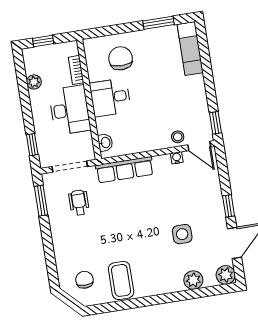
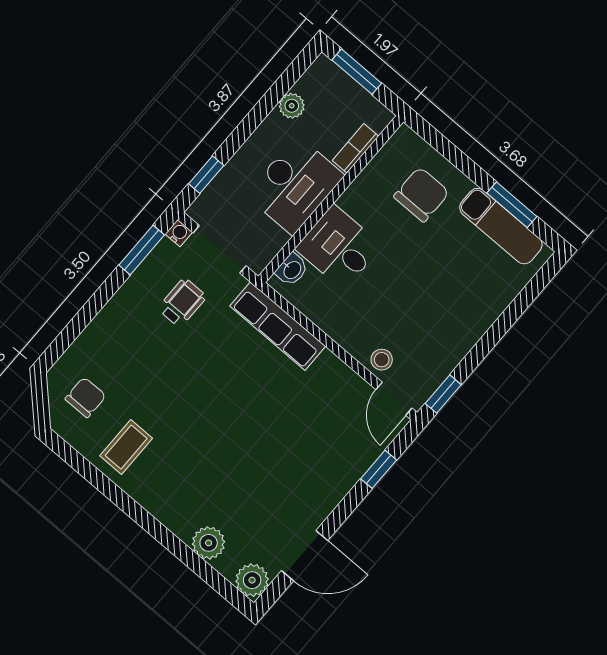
window: (43, 41) -> (357, 72), width x1.50
exam couch: (190, 48) -> (501, 226), moved, turned -90
desk: (110, 97) -> (339, 247), moved
water cooler: (177, 158) -> (179, 233), moved
window: (229, 206) -> (379, 469), moved
side table: (182, 234) -> (257, 476), removed
coffee table: (121, 280) -> (126, 447), width x0.73, depth x0.77

